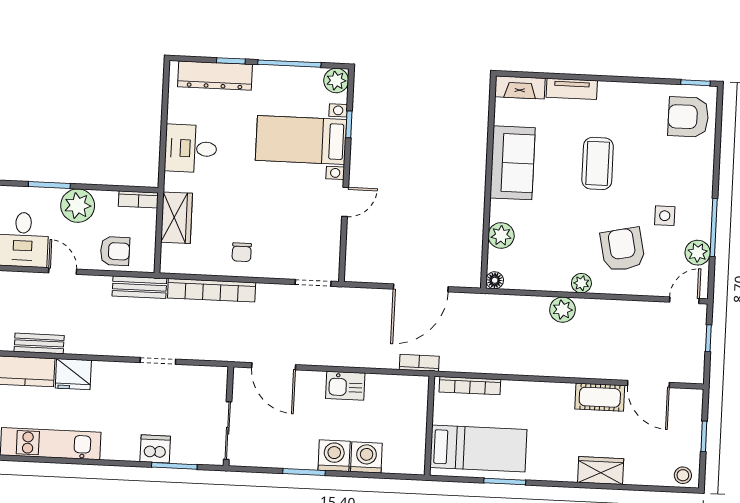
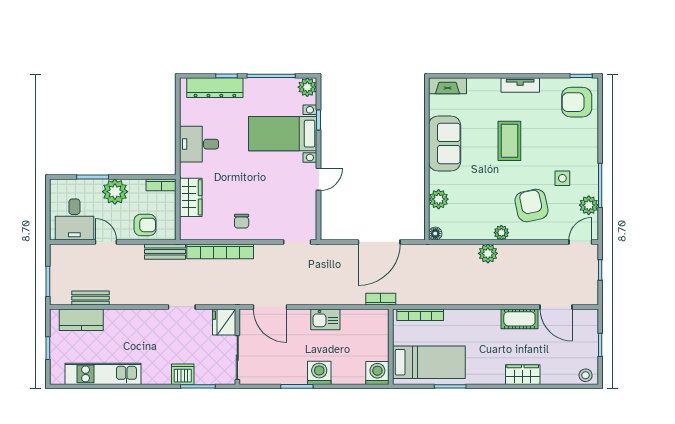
tv unit: (572, 89) -> (520, 85), moved
fridge: (73, 374) -> (224, 322), moved, turned 90
washing machine: (366, 457) -> (377, 373), moved

